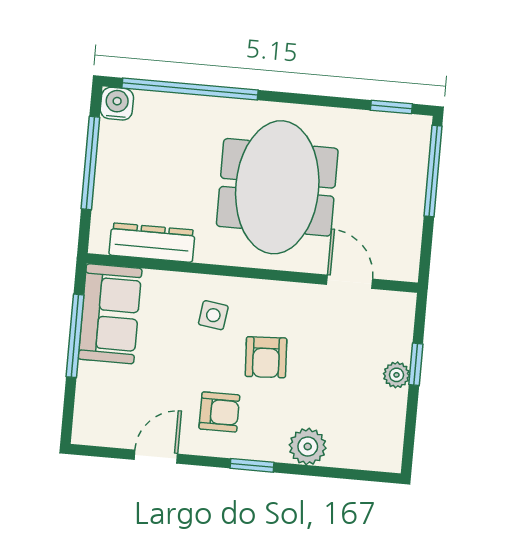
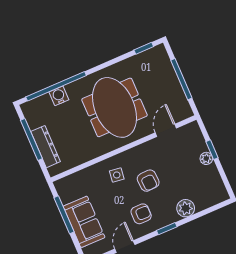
water cooler: (117, 104) -> (59, 96), moved
window: (433, 171) -> (181, 79), moved
dresser: (152, 243) -> (46, 147), moved, turned 90
door: (350, 282) -> (166, 130), hinge flipped
sofa: (110, 314) -> (84, 222), moved

